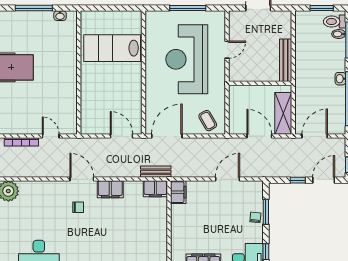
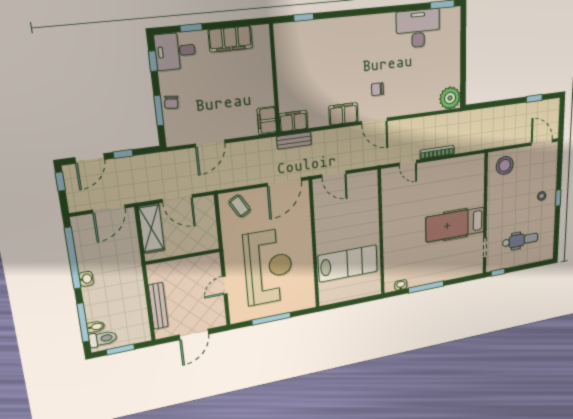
bench: (286, 60) -> (158, 306), moved

